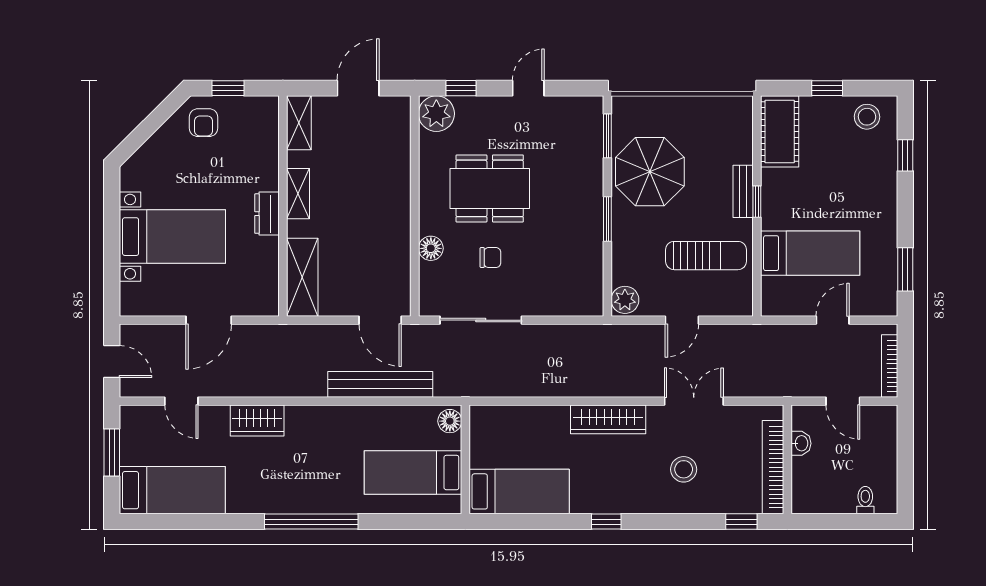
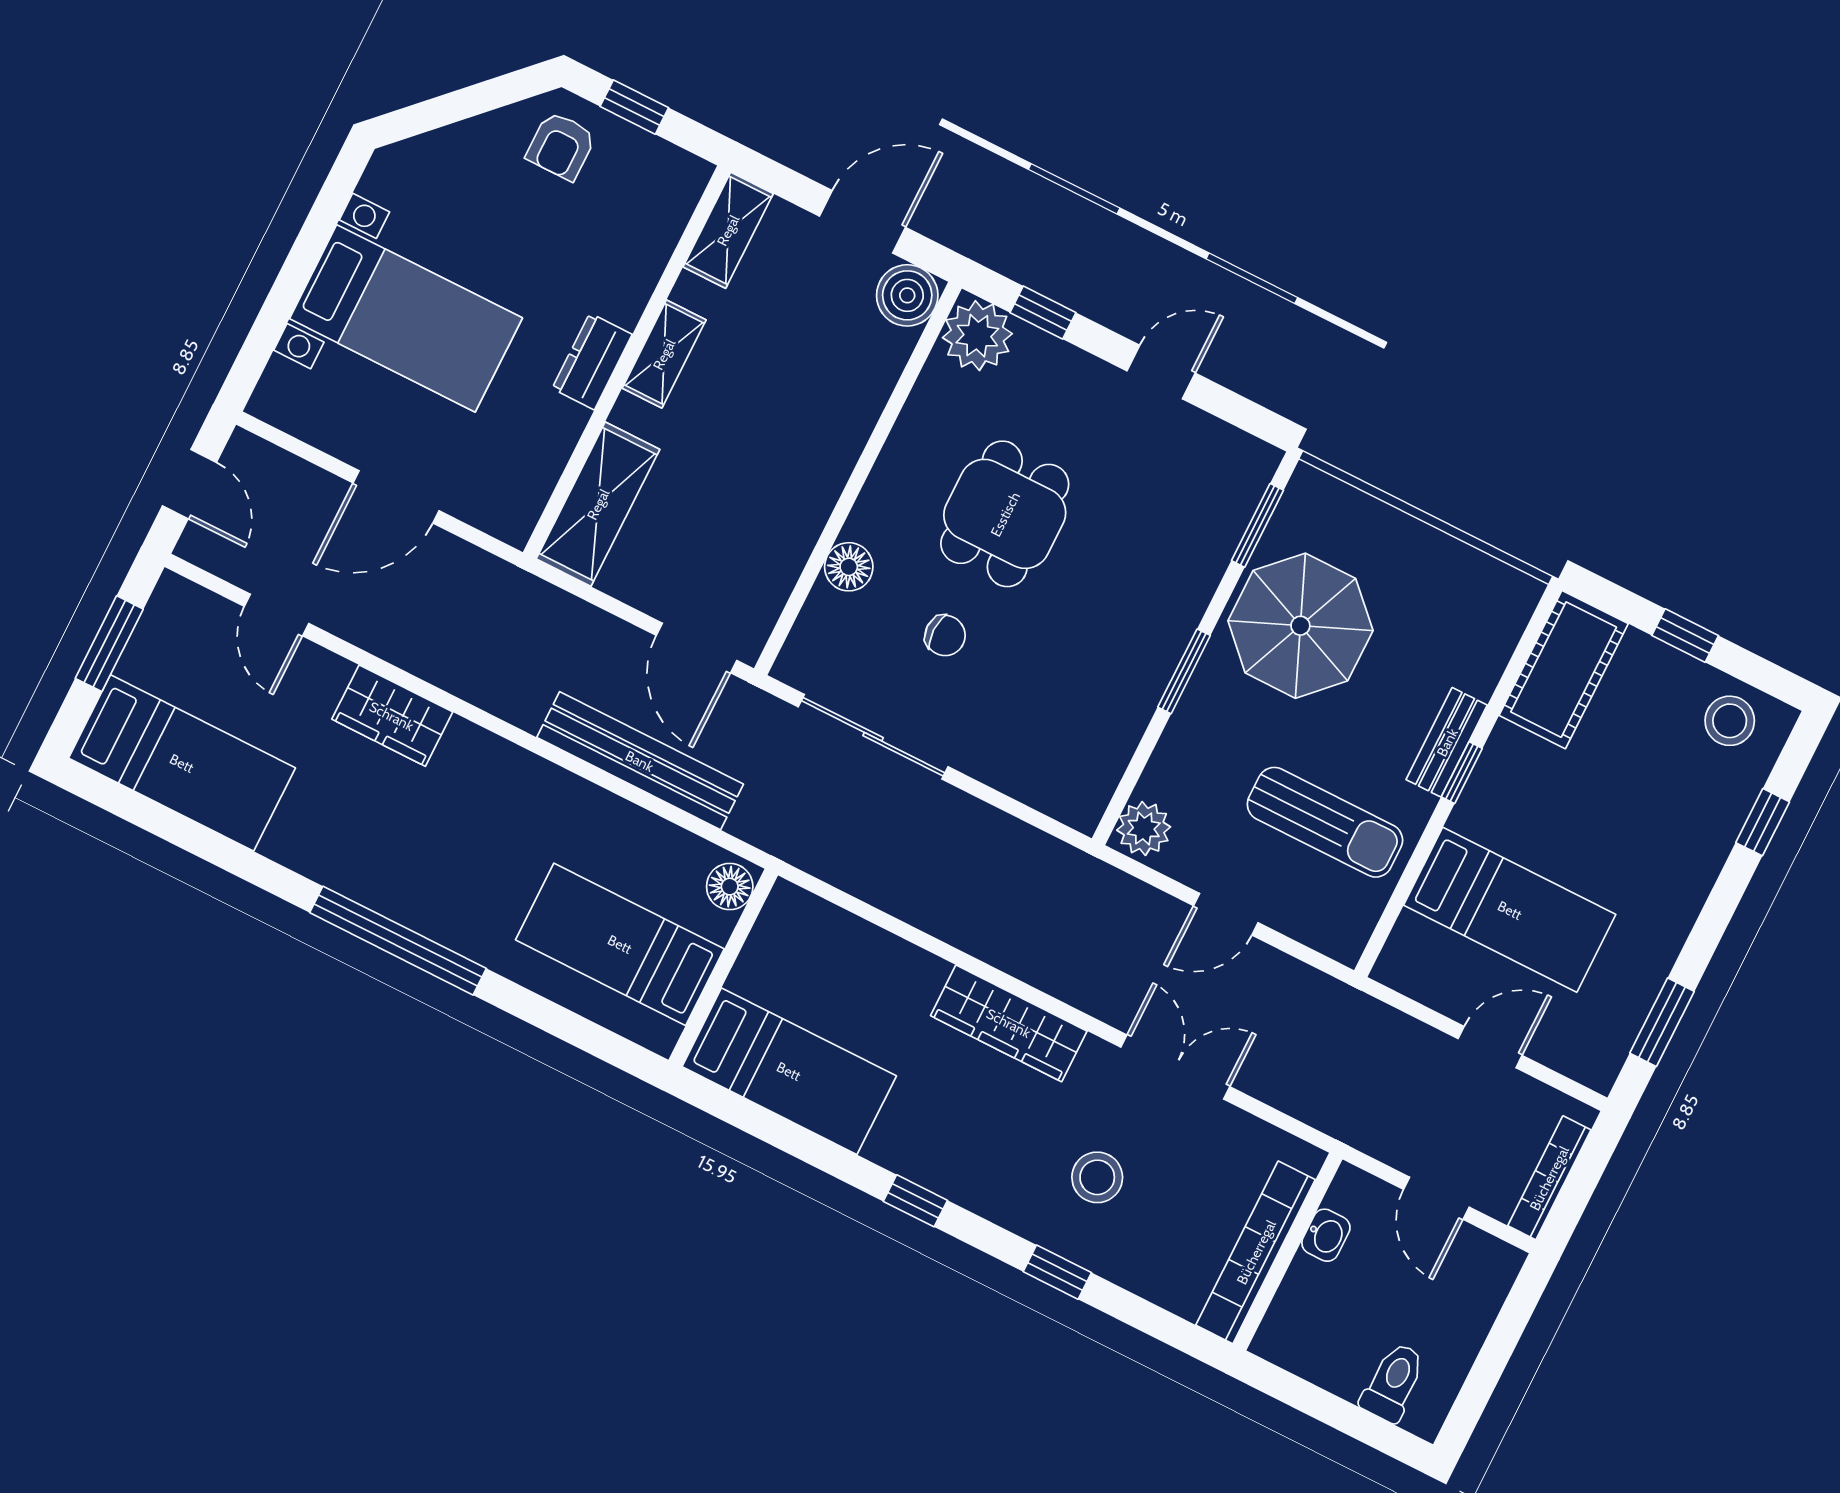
boiler: (395, 111) -> (907, 295), added
dining table: (490, 188) -> (1005, 514), width x0.73
toilet: (865, 500) -> (1393, 1382), width x1.37, depth x1.39
window: (741, 522) -> (1057, 1272), moved

